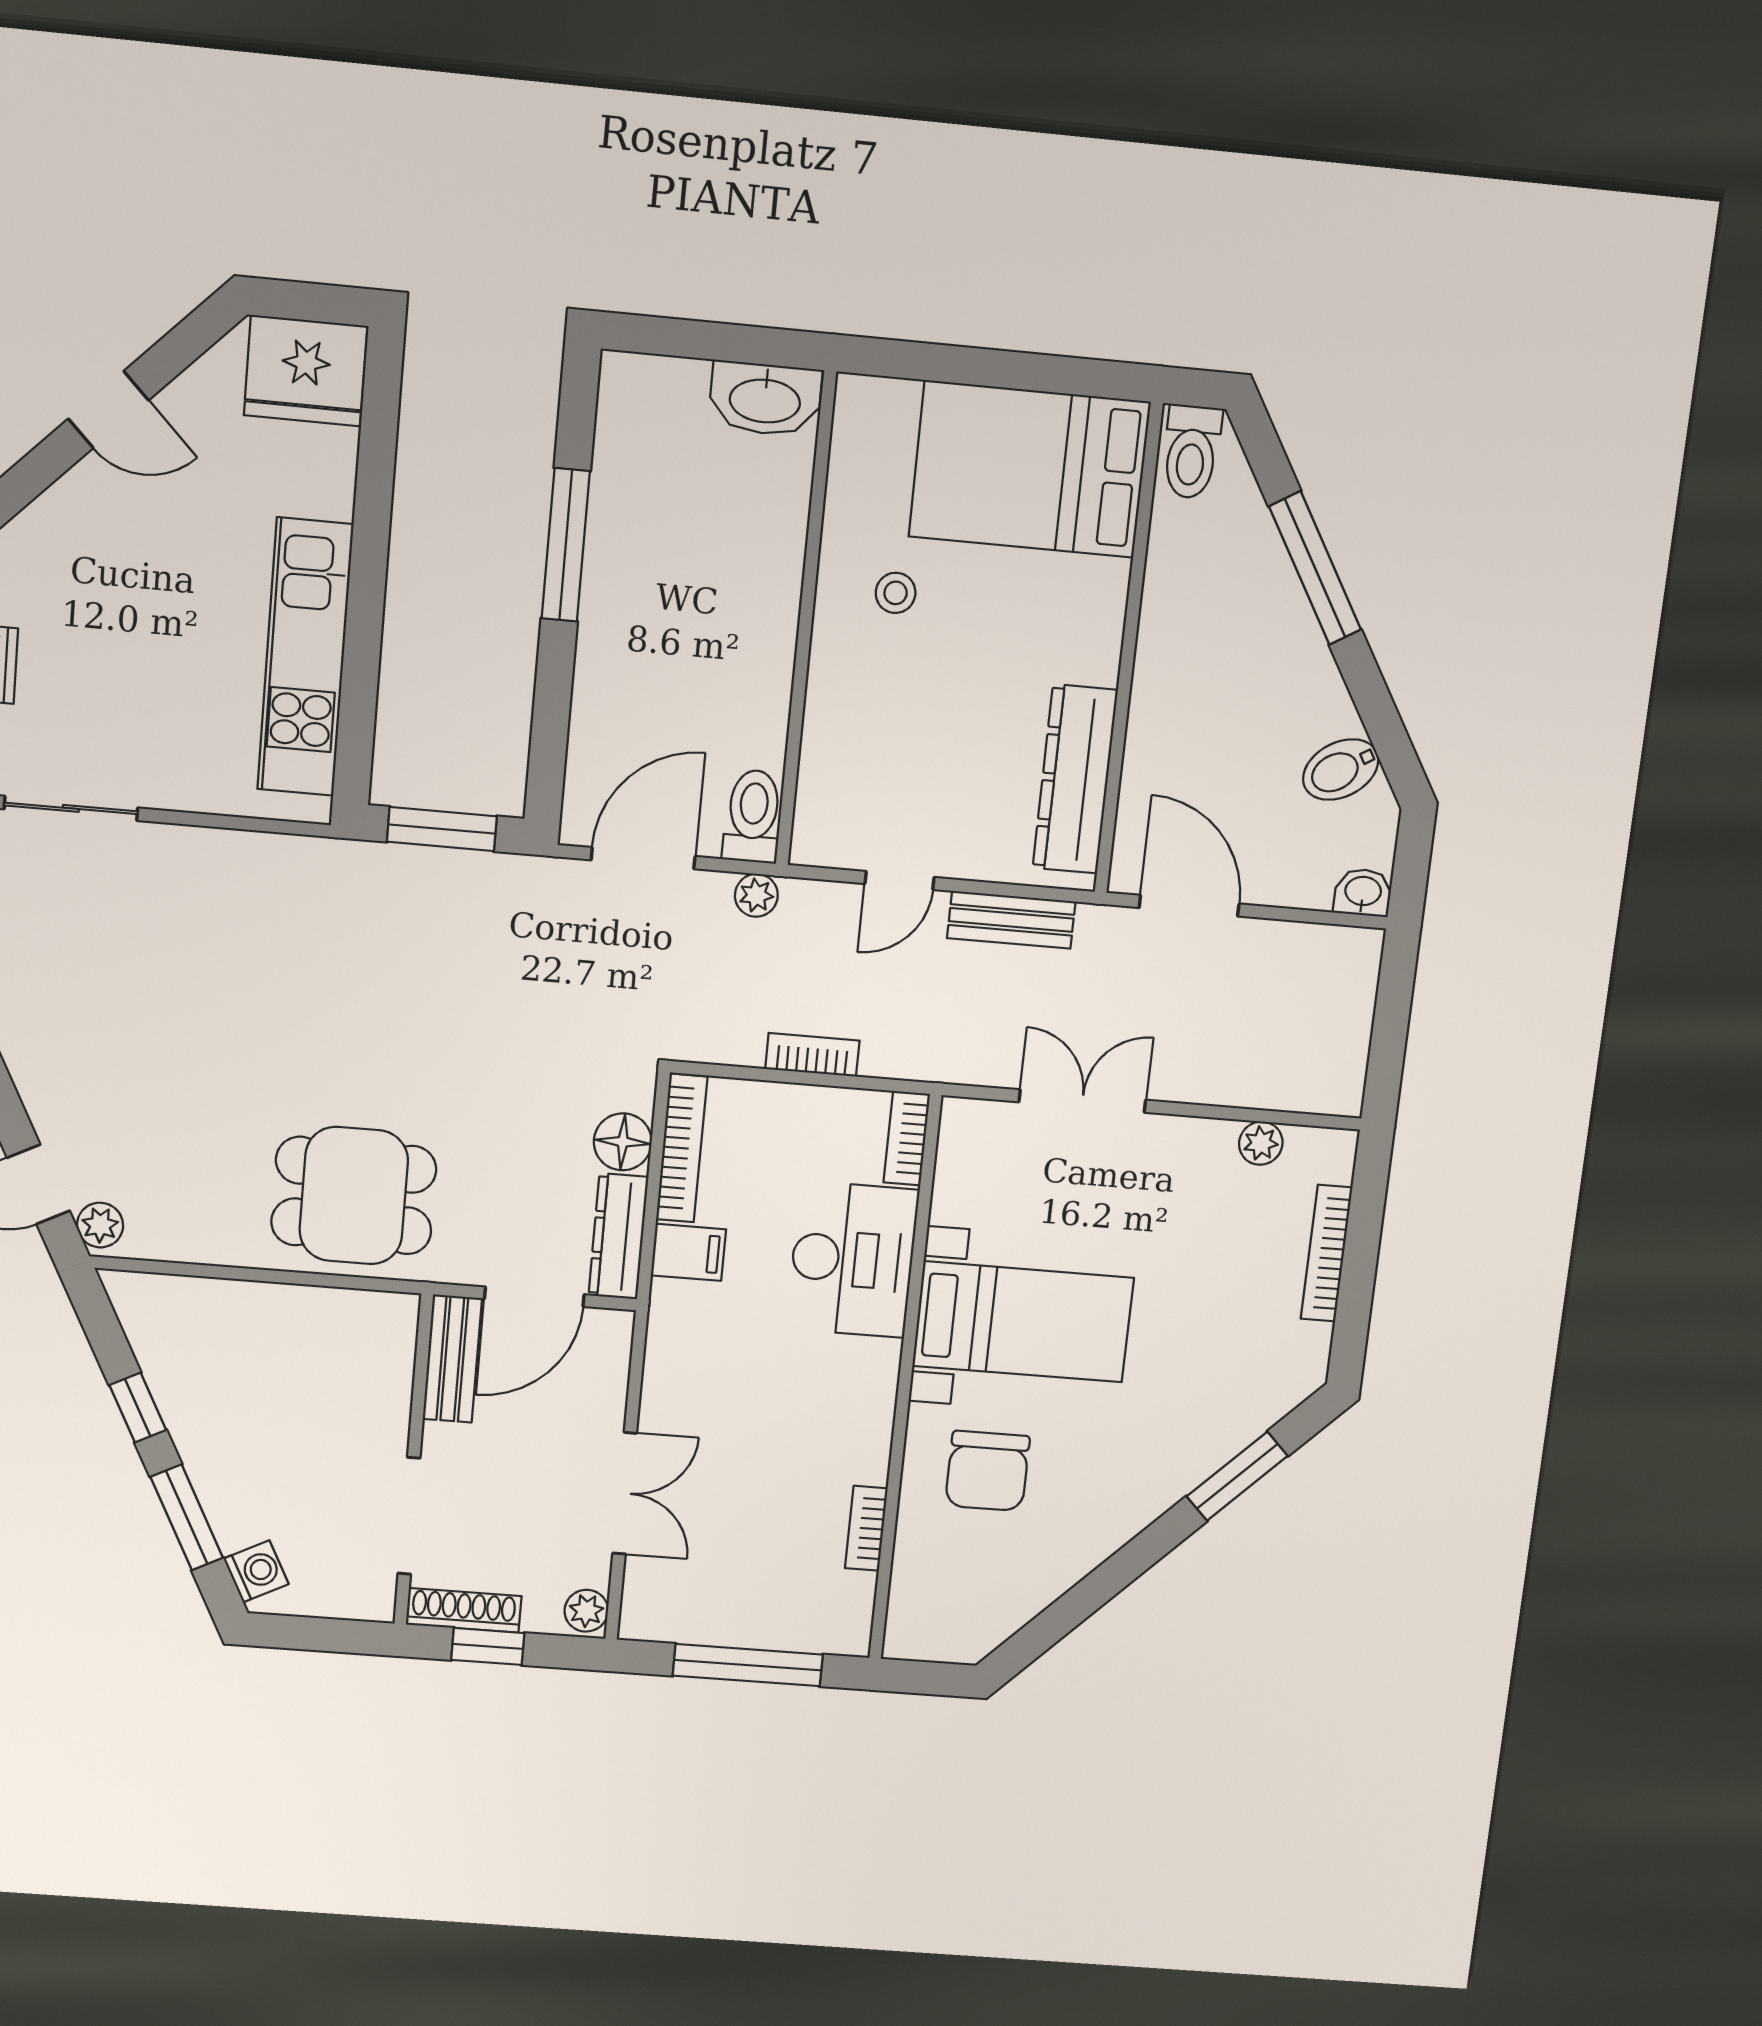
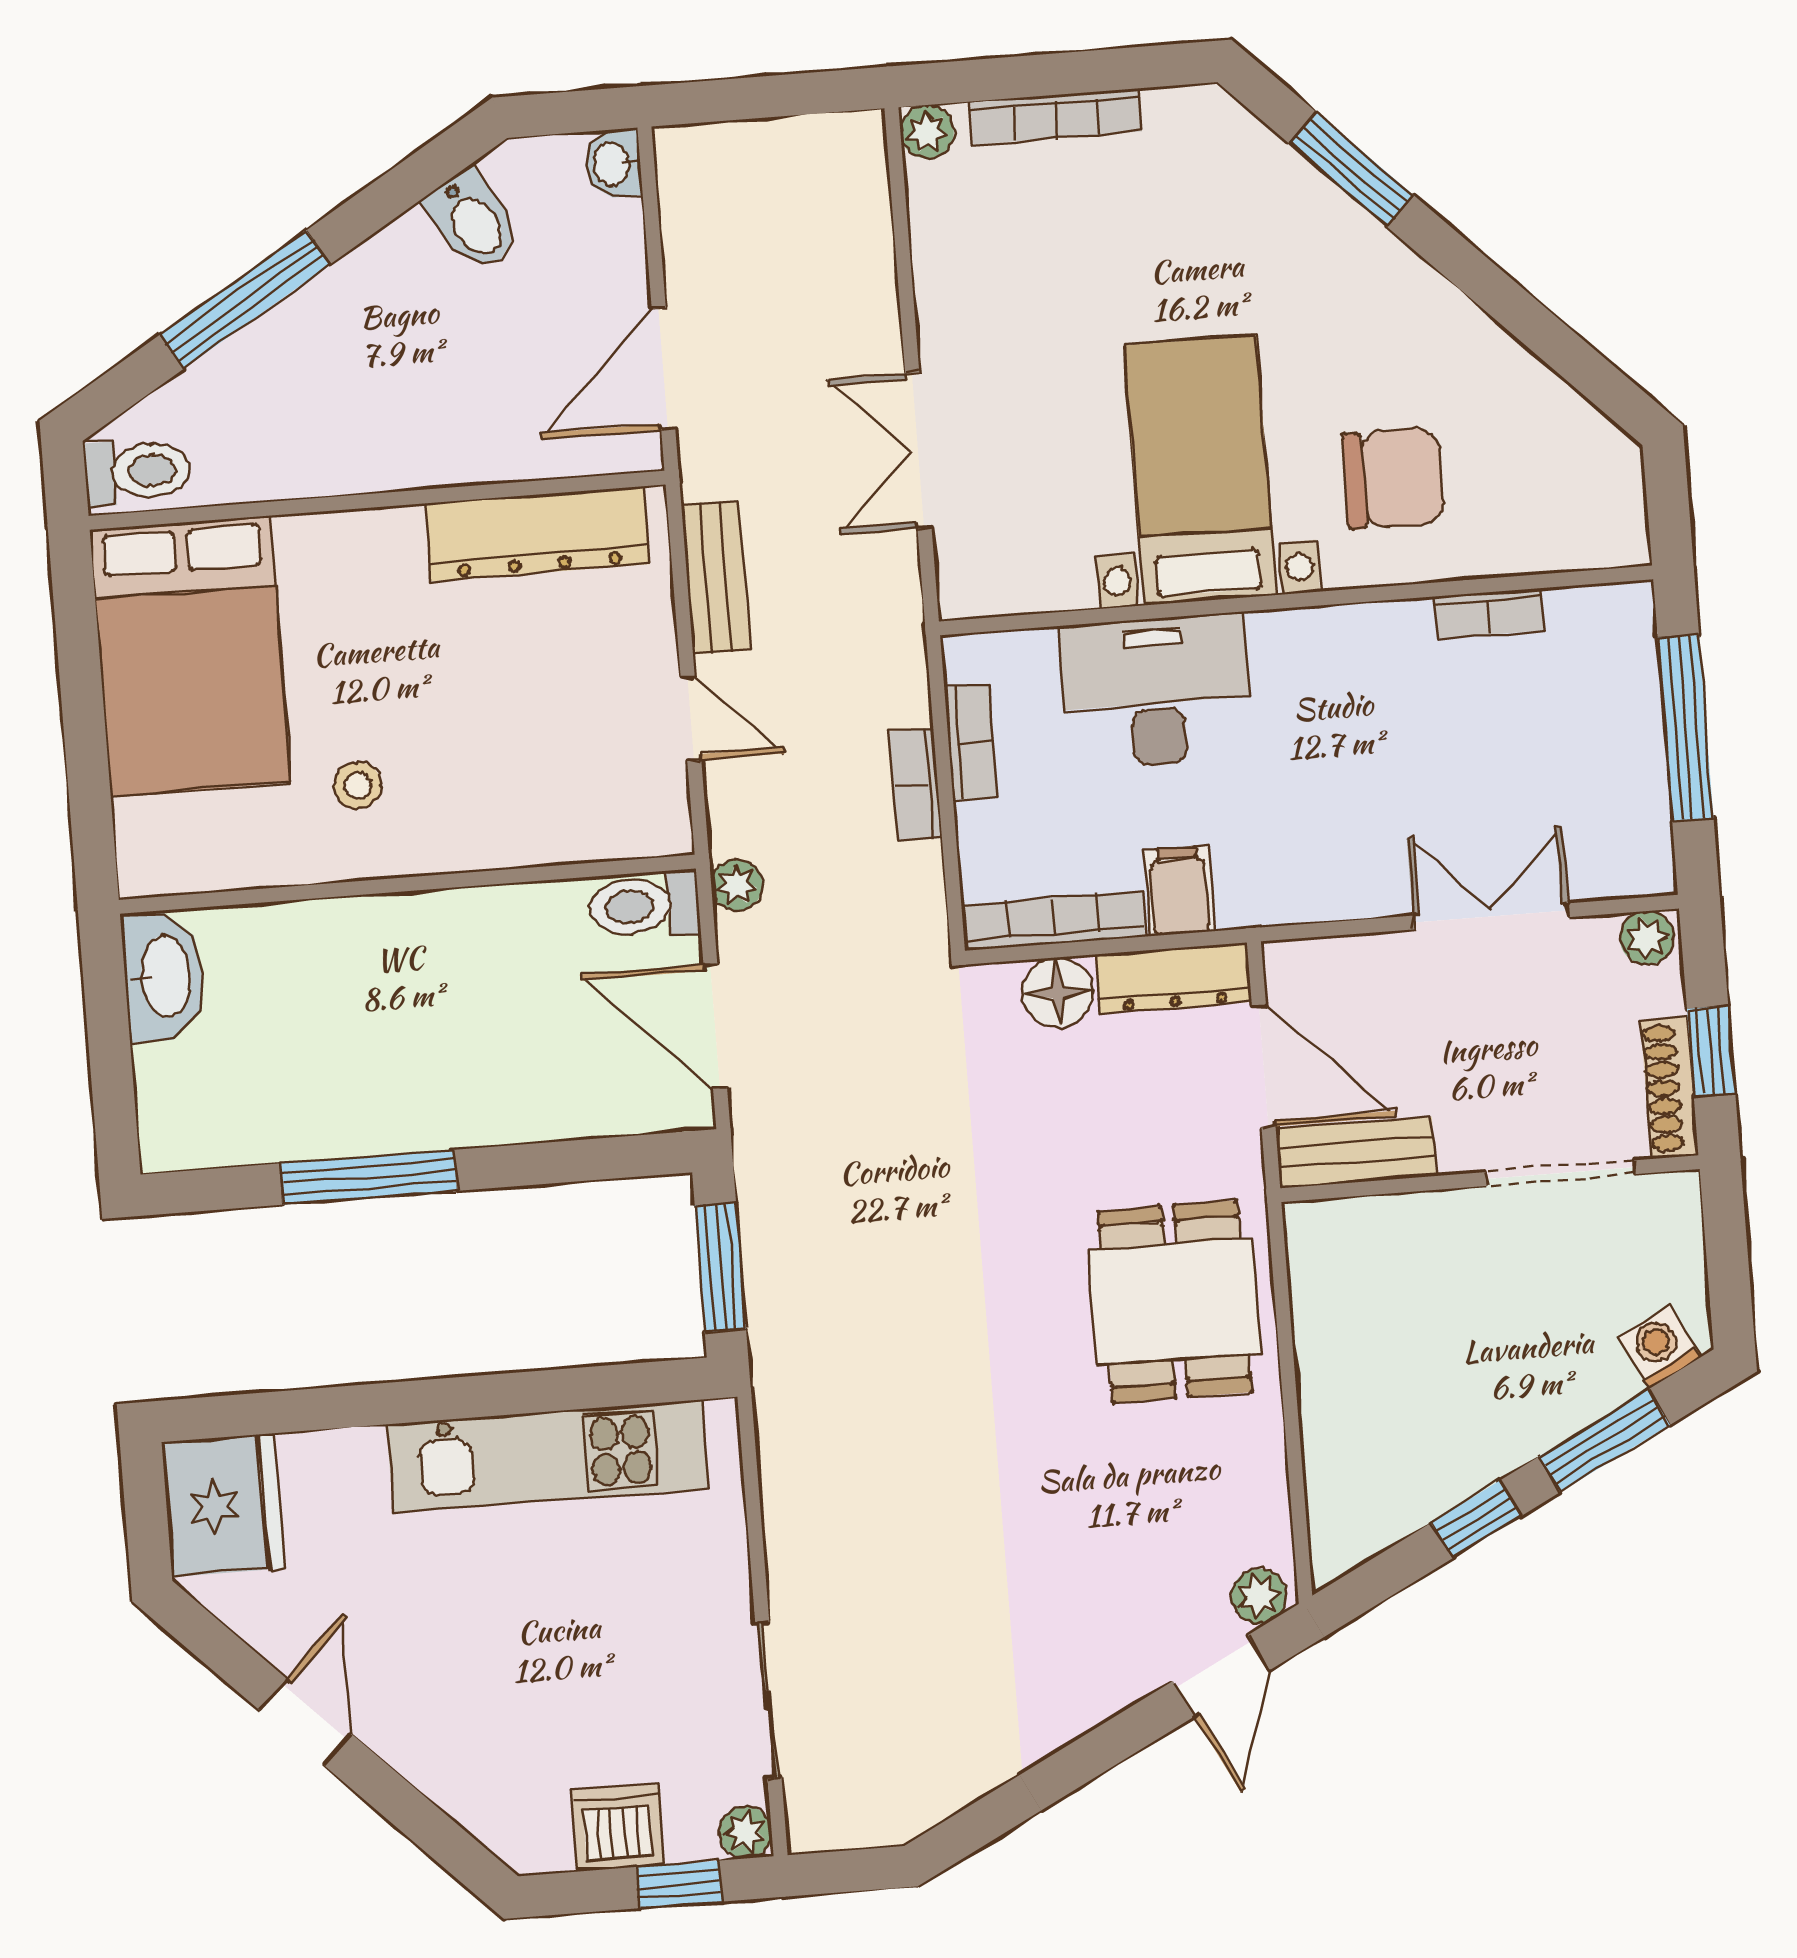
bookcase: (907, 1138) -> (971, 742), moved, turned -90
plant: (1261, 1143) -> (927, 132), moved

